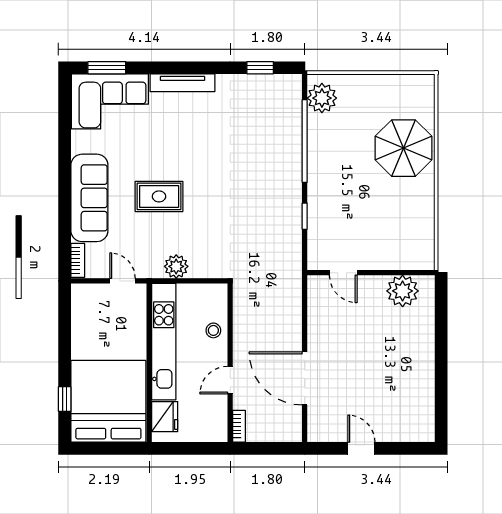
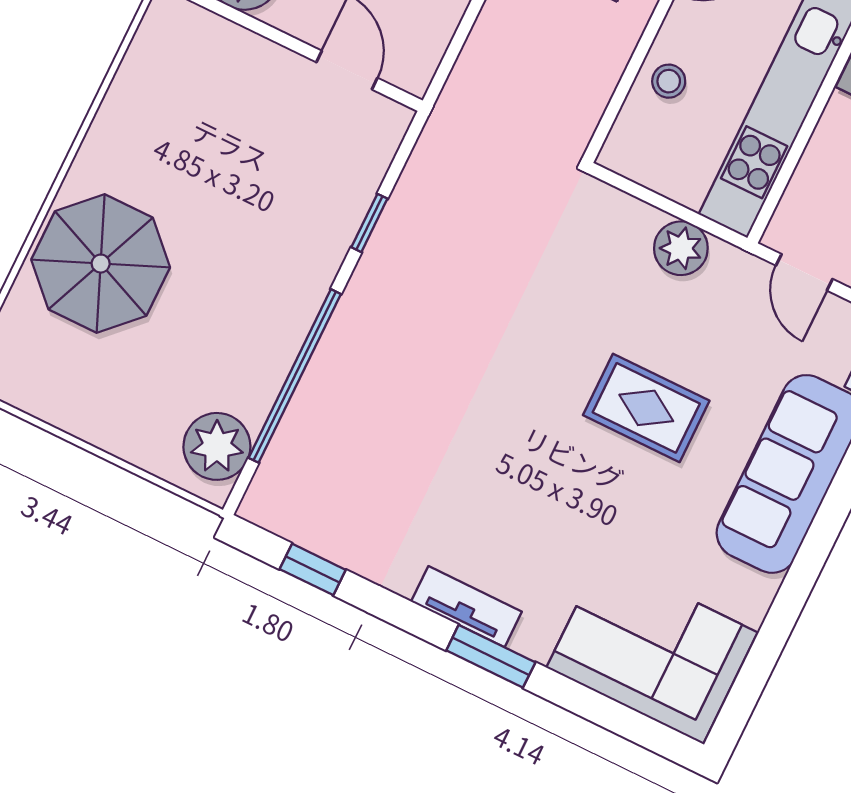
window: (107, 68) -> (491, 656), moved
tv unit: (182, 83) -> (466, 607), width x0.71

